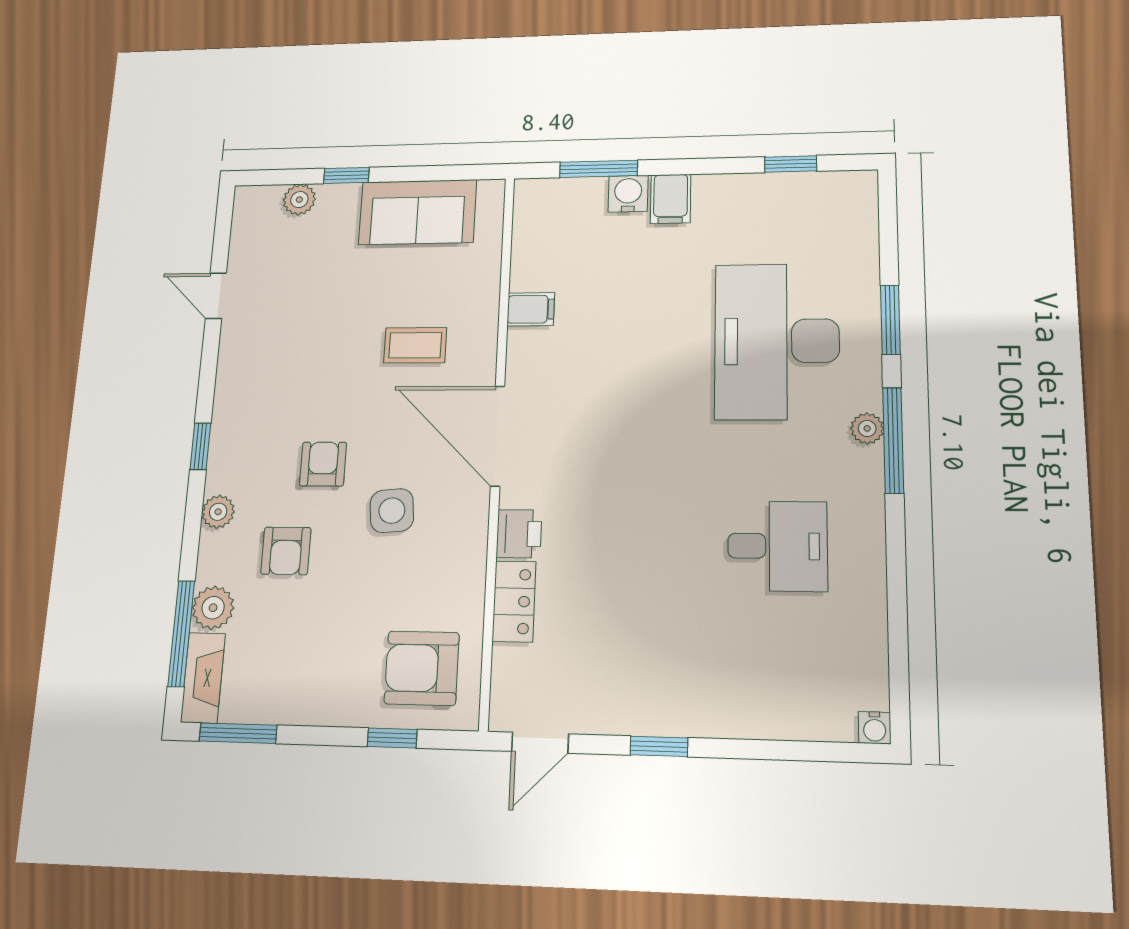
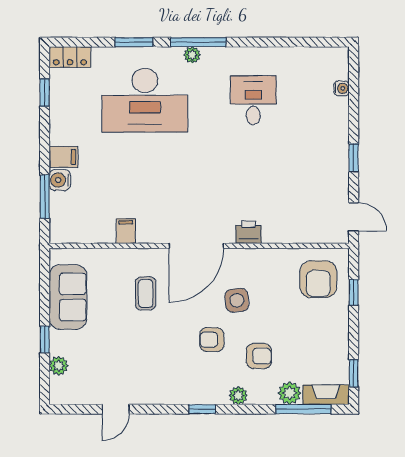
locker: (514, 601) -> (70, 57), moved, turned 180
water cooler: (875, 728) -> (342, 88), moved
window: (238, 733) -> (354, 373), width x0.67

